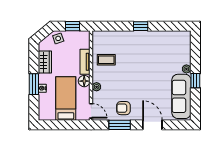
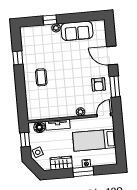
window: (141, 26) -> (18, 58), moved
coffee table: (106, 60) -> (41, 77), moved
floor lamp: (84, 81) -> (39, 127), moved
window: (195, 81) -> (50, 20), moved
sofa: (181, 96) -> (77, 31), width x0.73
door: (152, 125) -> (112, 55), hinge flipped

